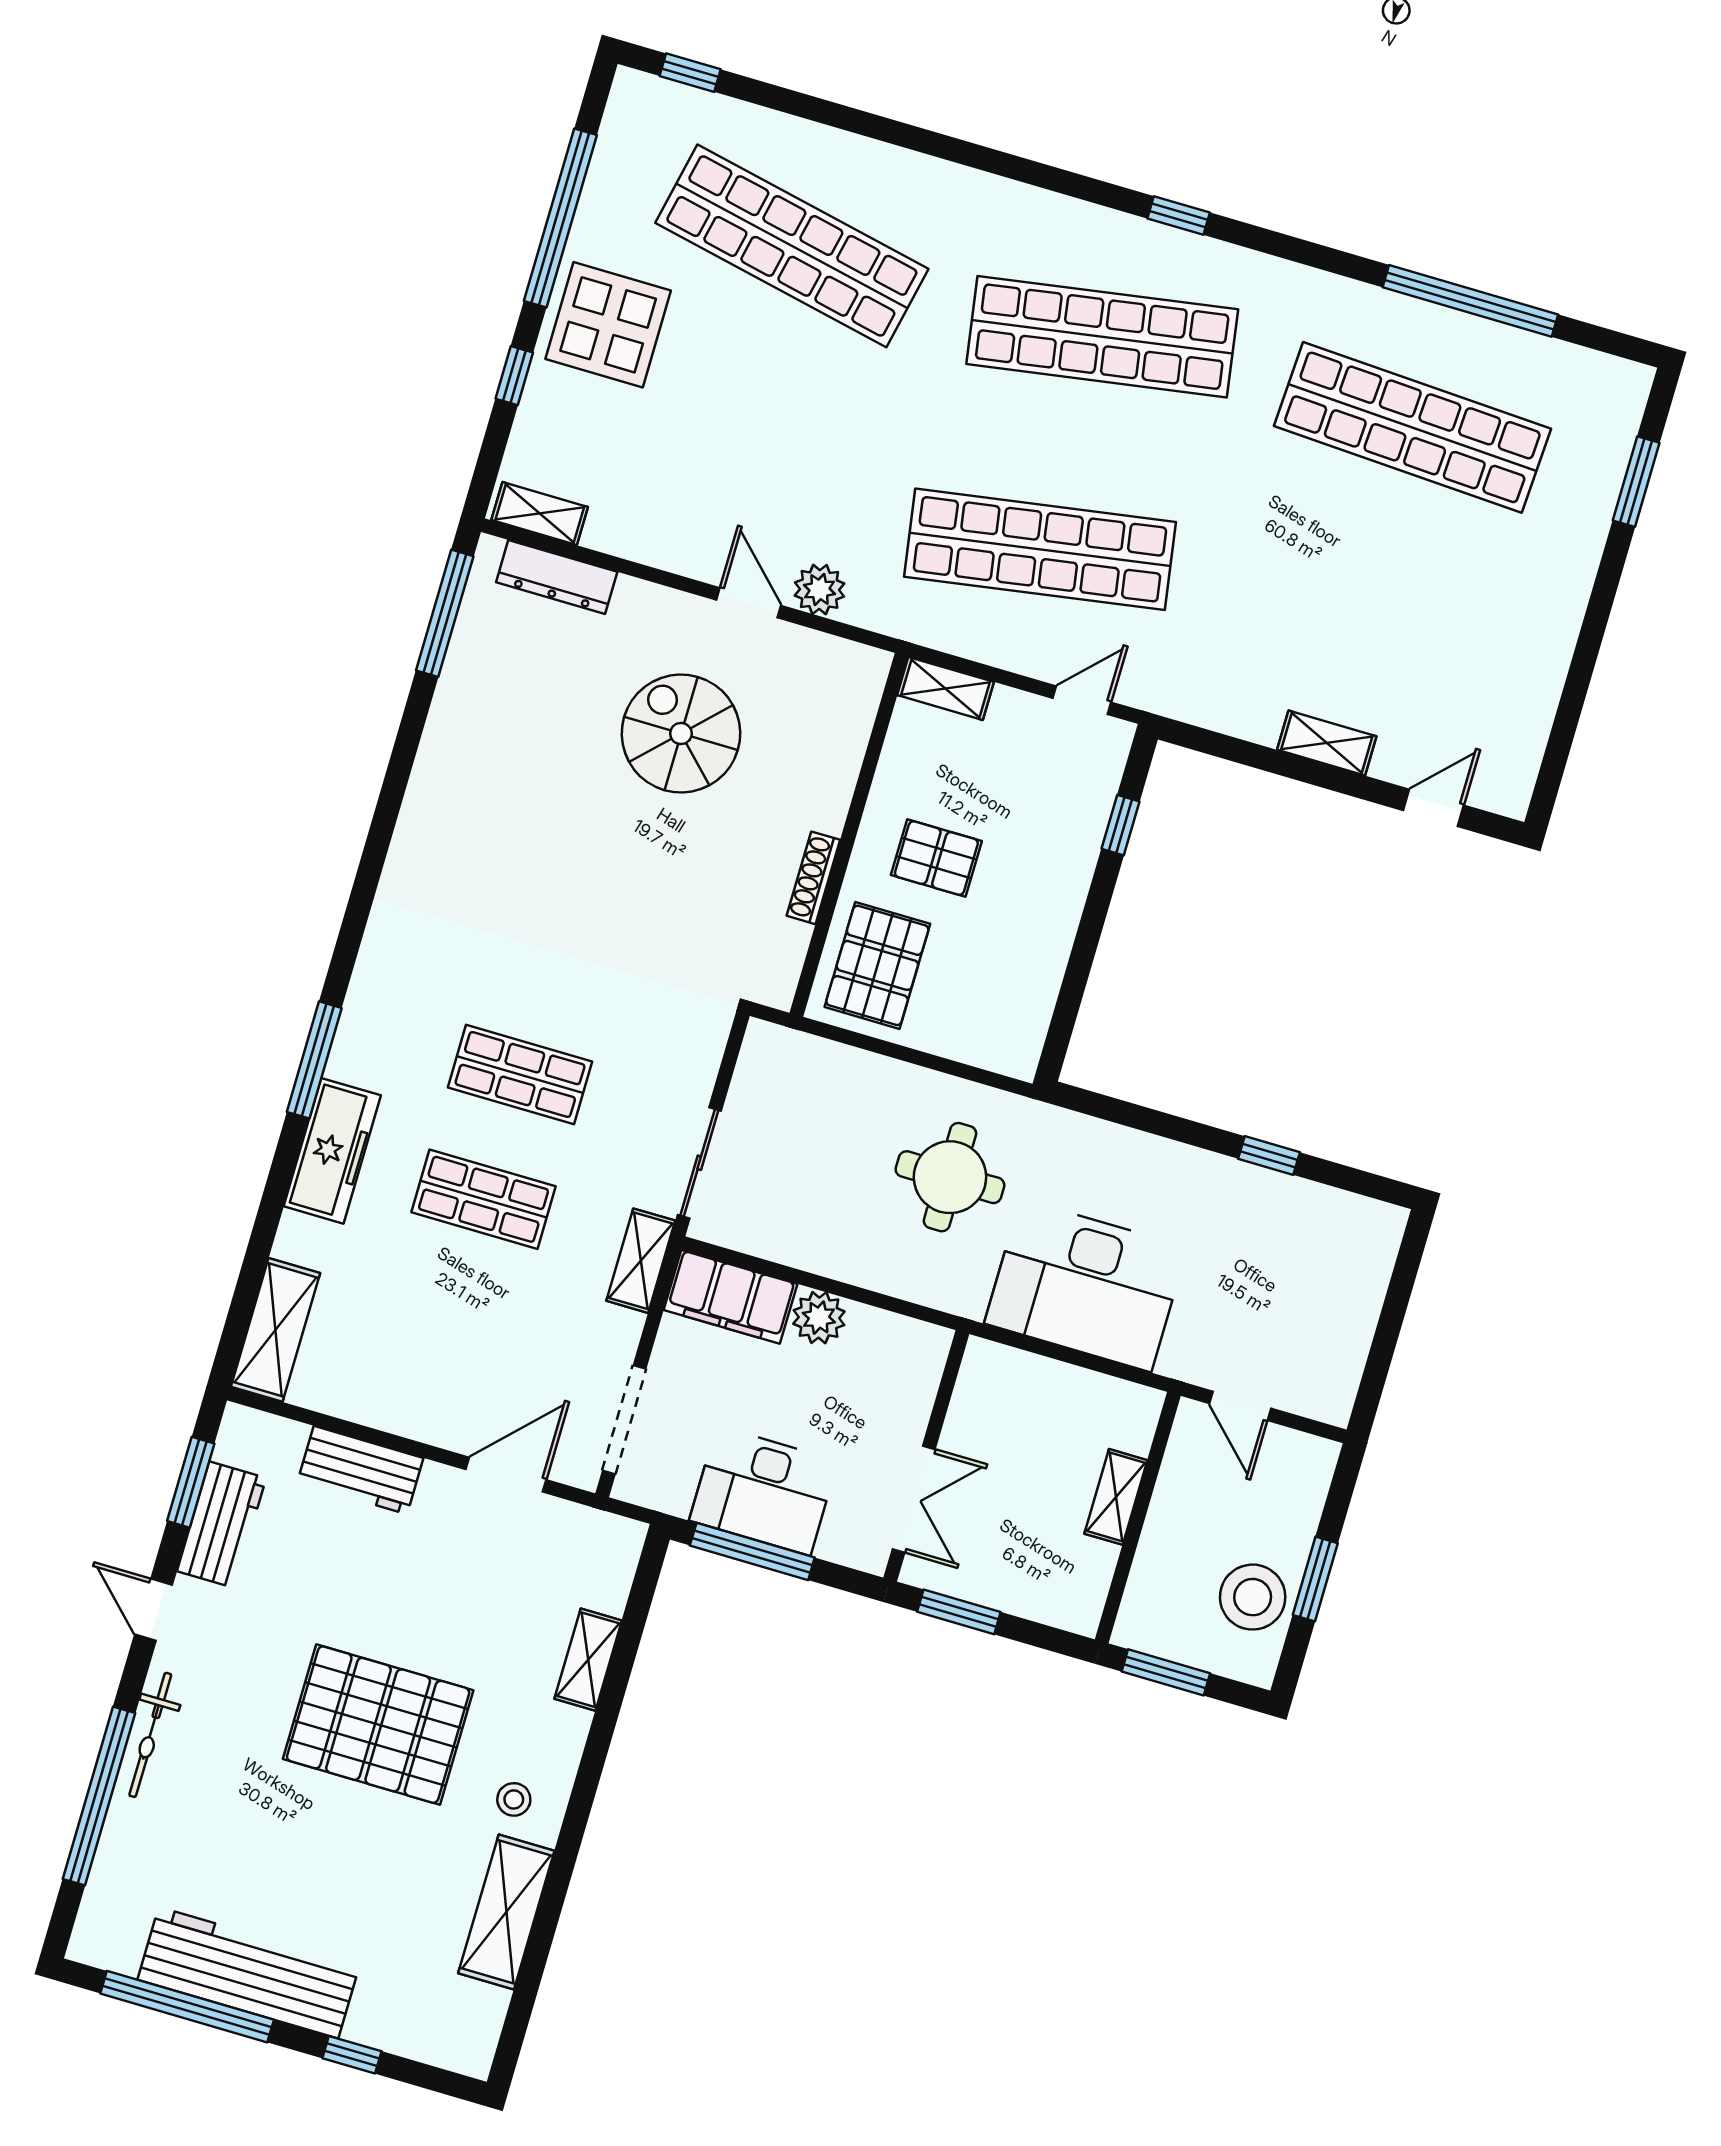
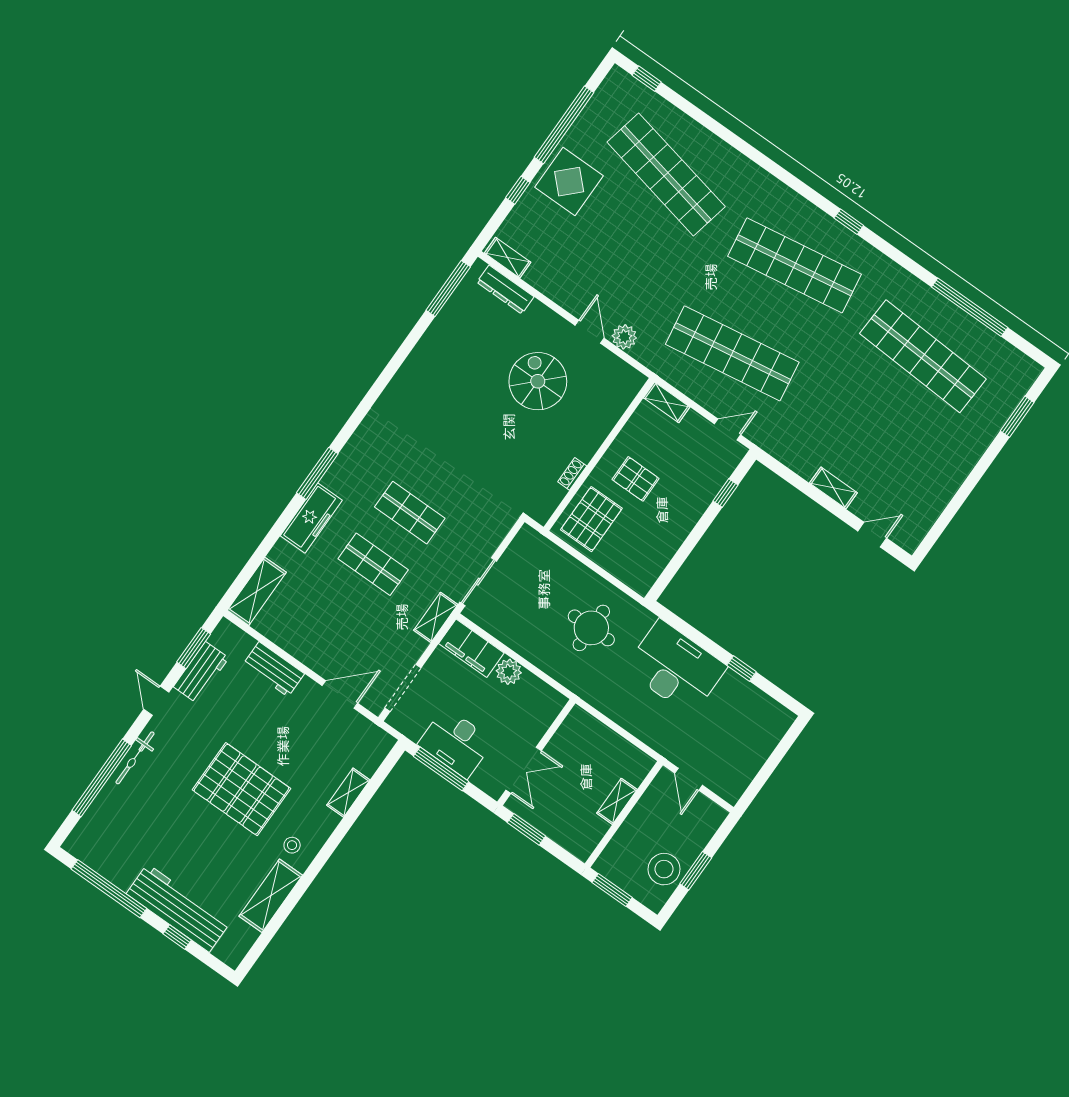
shoe rack: (813, 878) -> (572, 474), width x0.70
desk: (1086, 1286) -> (676, 668), moved, turned 180
workbench: (249, 1973) -> (178, 908), moved

